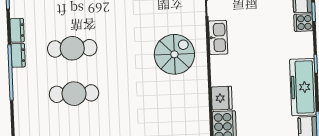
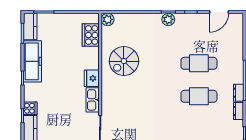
spiral stairs: (174, 54) -> (124, 61), moved
fridge: (222, 98) -> (92, 78), moved

